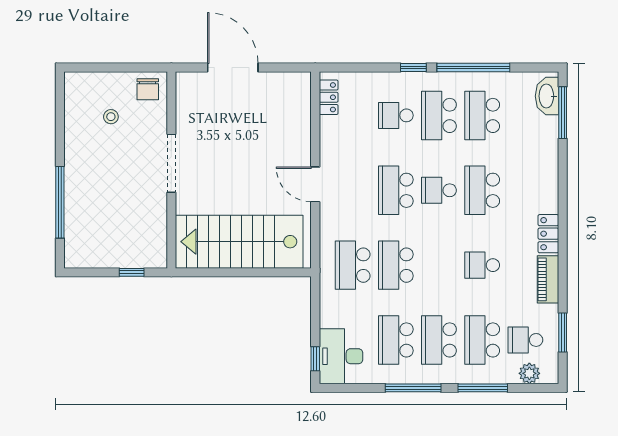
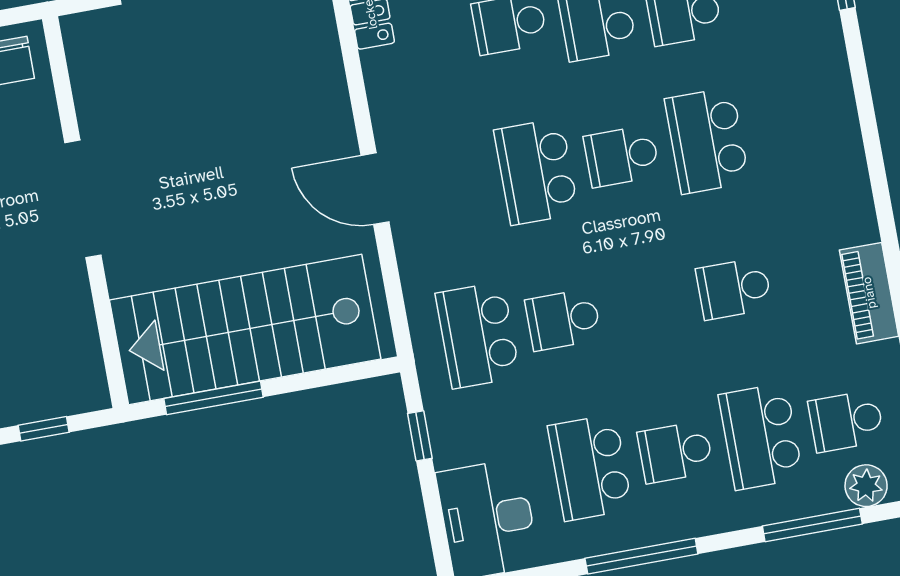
locker: (548, 234) -> (853, 203), removed
school desk: (396, 265) -> (563, 320), width x0.54
window: (218, 272) -> (213, 398), added
school desk: (439, 340) -> (675, 452), width x0.54
window: (315, 359) -> (420, 436), moved
window: (483, 388) -> (812, 525), moved

